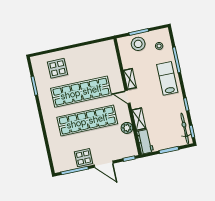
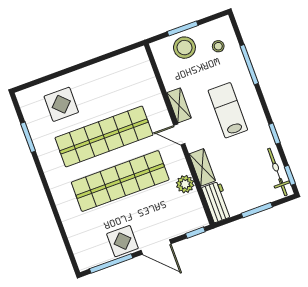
lab bench: (167, 78) -> (228, 110), moved

